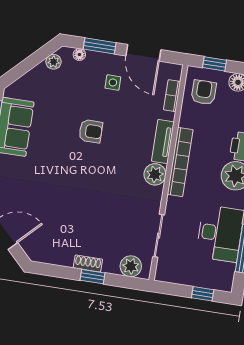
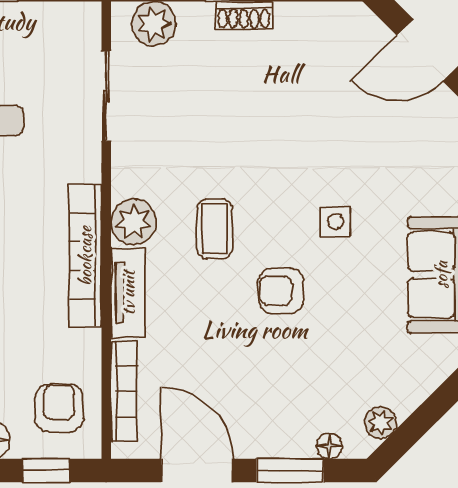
side table: (113, 83) -> (335, 222), moved
armchair: (204, 92) -> (59, 408), turned 180
bookcase: (172, 96) -> (124, 391), width x1.56
coffee table: (117, 165) -> (215, 229), added

